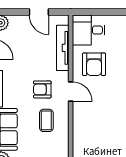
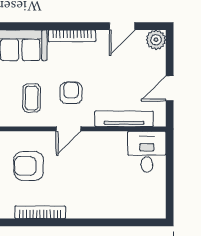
armchair: (94, 64) -> (29, 166), moved
coffee table: (46, 120) -> (32, 98), turned 90

